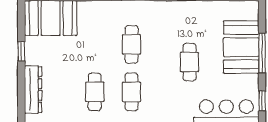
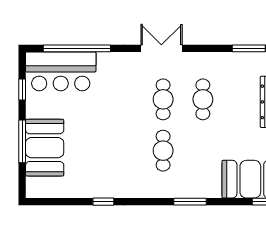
cafe table: (190, 62) -> (100, 131), removed

